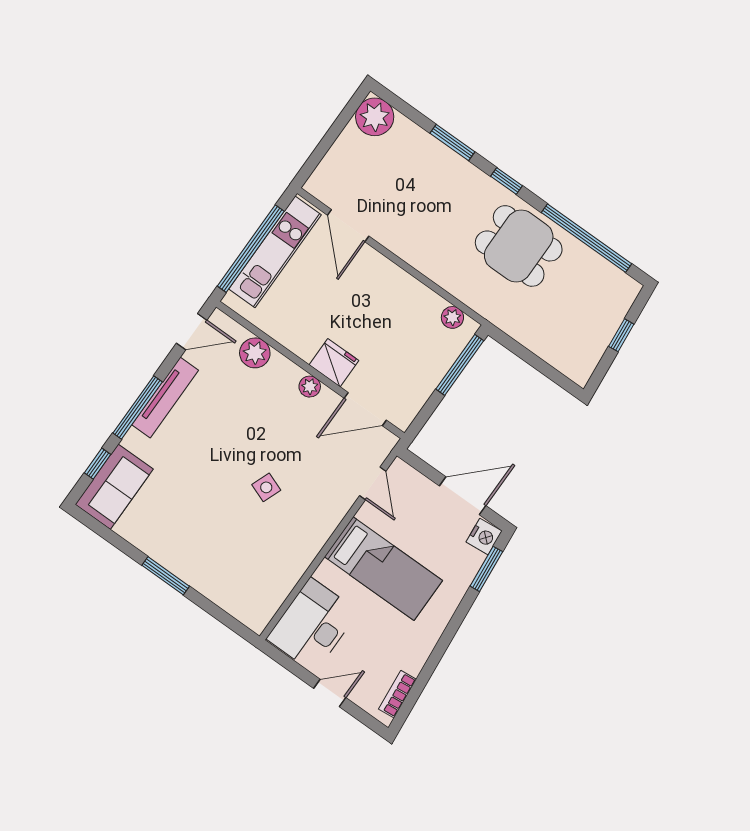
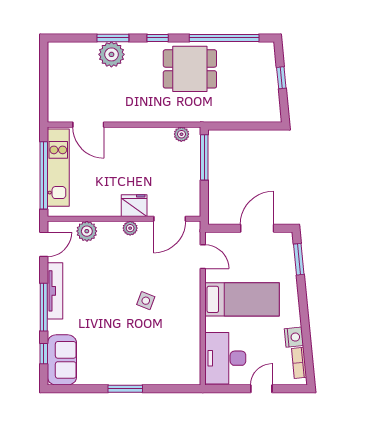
plant: (375, 117) -> (111, 54), moved
nightstand: (484, 537) -> (294, 337), moved

